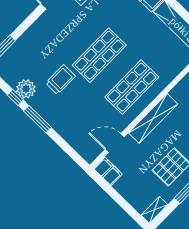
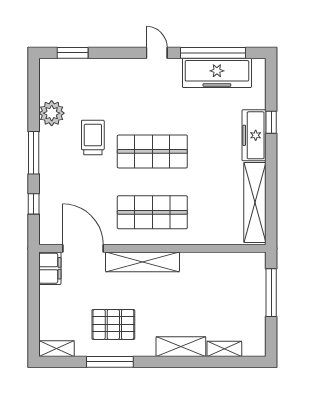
trolley: (60, 80) -> (93, 137), turned -90
window: (15, 97) -> (34, 204), moved
door: (115, 143) -> (83, 248), width x1.36

